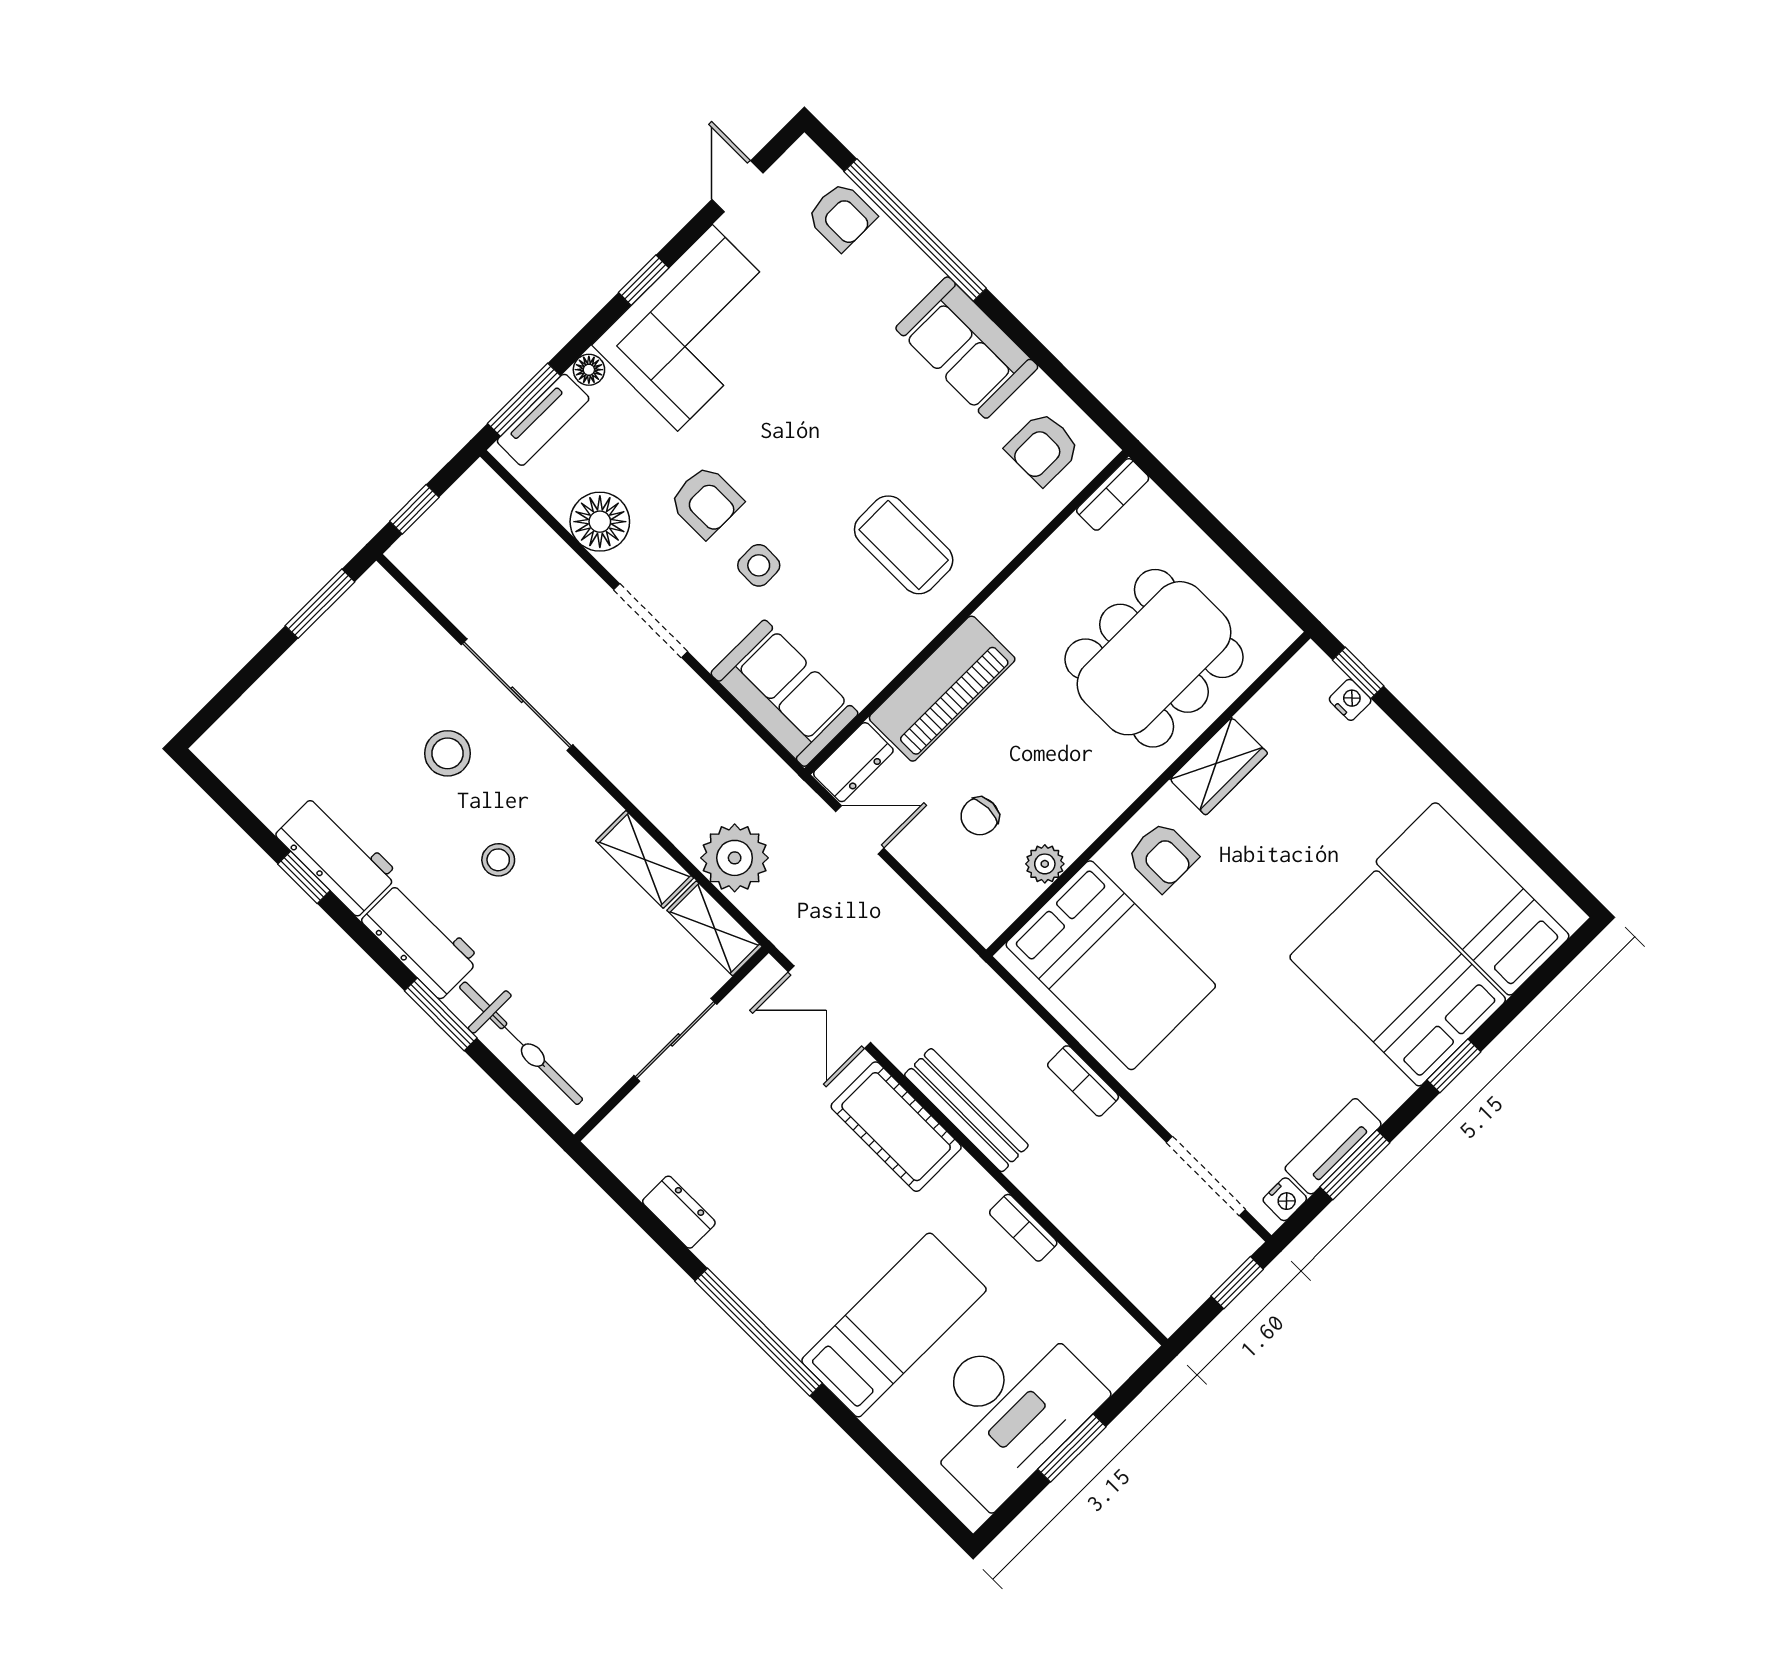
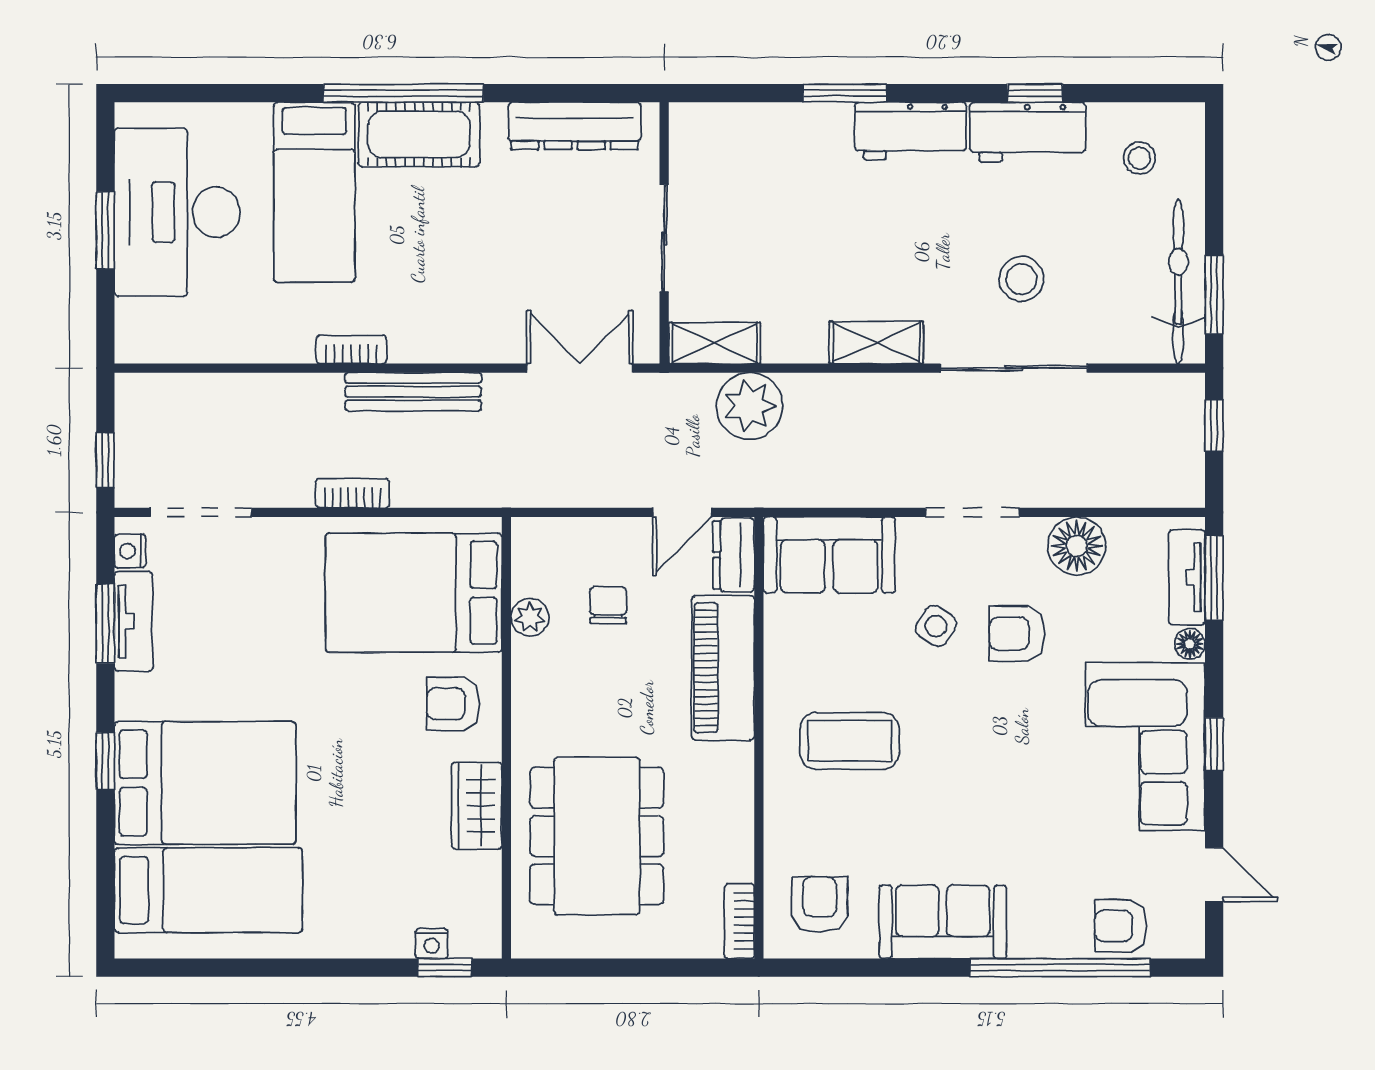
side table: (759, 565) -> (936, 626), turned 34
shelving: (645, 859) -> (876, 342), moved
stool: (498, 860) -> (1139, 158), moved
bicycle: (521, 1043) -> (1178, 281), moved, turned 90
cot: (896, 1127) -> (419, 134), moved
dresser: (679, 1212) -> (575, 126), width x1.96, depth x1.24
bookcase: (1023, 1228) -> (351, 350), moved

